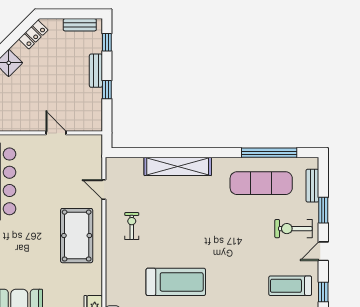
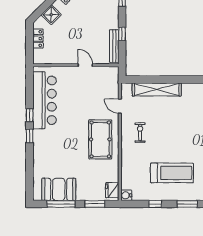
bench: (96, 71) -> (114, 46), moved, width x1.36
shelving: (178, 166) -> (157, 89), moved

